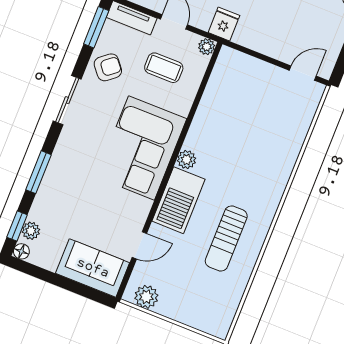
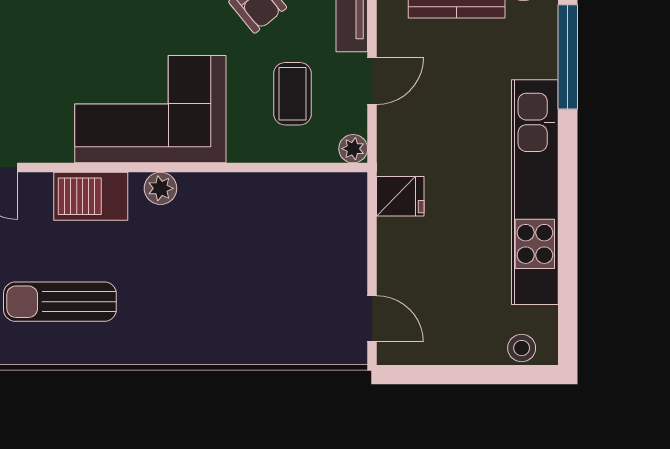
fridge: (224, 24) -> (400, 196), moved
barbecue: (179, 200) -> (91, 196), width x0.73, depth x0.83

